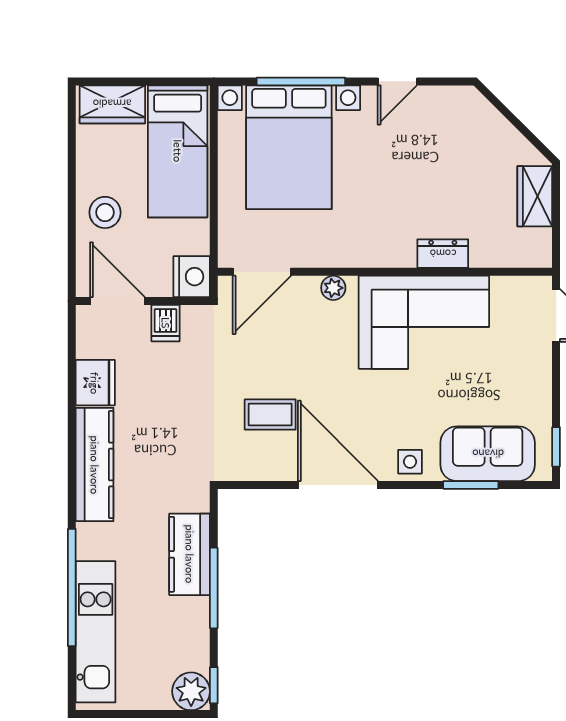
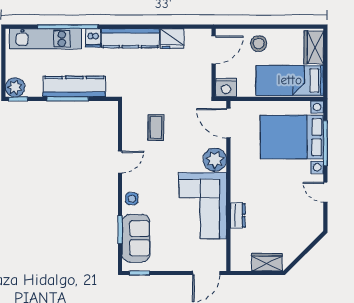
plant: (333, 288) -> (215, 160), width x1.87, depth x1.87
dishwasher: (166, 323) -> (93, 38), moved, turned -90
door: (338, 485) -> (120, 162), width x0.53
kitchen counter: (190, 554) -> (74, 87), width x1.50

